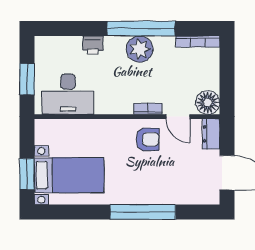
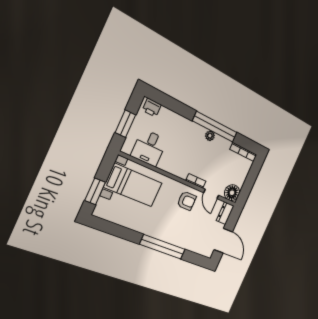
printer: (93, 45) -> (152, 108), moved
plant: (140, 49) -> (210, 136), width x0.53, depth x0.53
desk: (68, 94) -> (149, 148), width x0.73
bed with nightstands: (69, 175) -> (133, 185), moved

